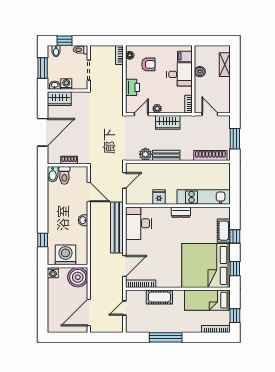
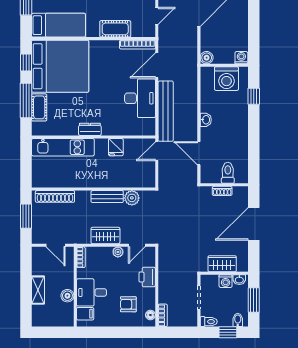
shelving: (225, 65) -> (38, 290), moved
wardrobe: (59, 99) -> (222, 264), moved
bidet: (53, 174) -> (242, 174), removed
door: (124, 180) -> (157, 151), moved
desk: (139, 223) -> (140, 98), moved
window: (235, 236) -> (26, 101), width x2.17
boiler: (78, 277) -> (207, 58), width x0.54, depth x0.54

